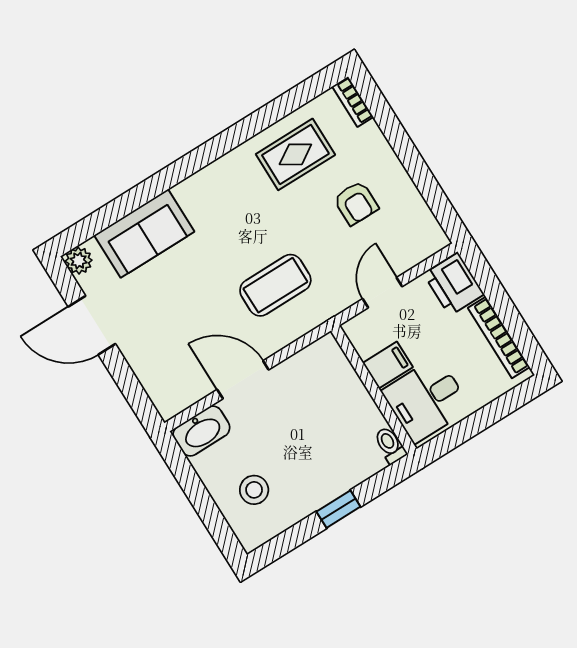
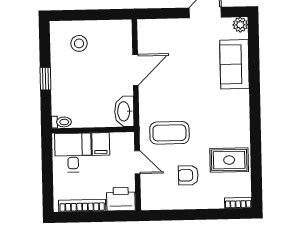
rug: (295, 154) -> (229, 160), turned 90
coffee table: (275, 285) -> (169, 133), moved, turned 90
washbasin: (201, 431) -> (124, 111), moved

